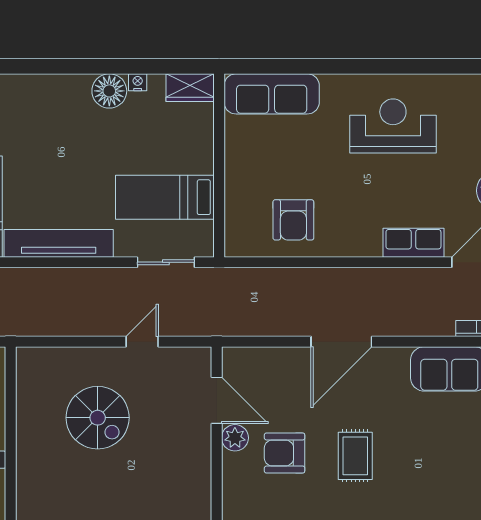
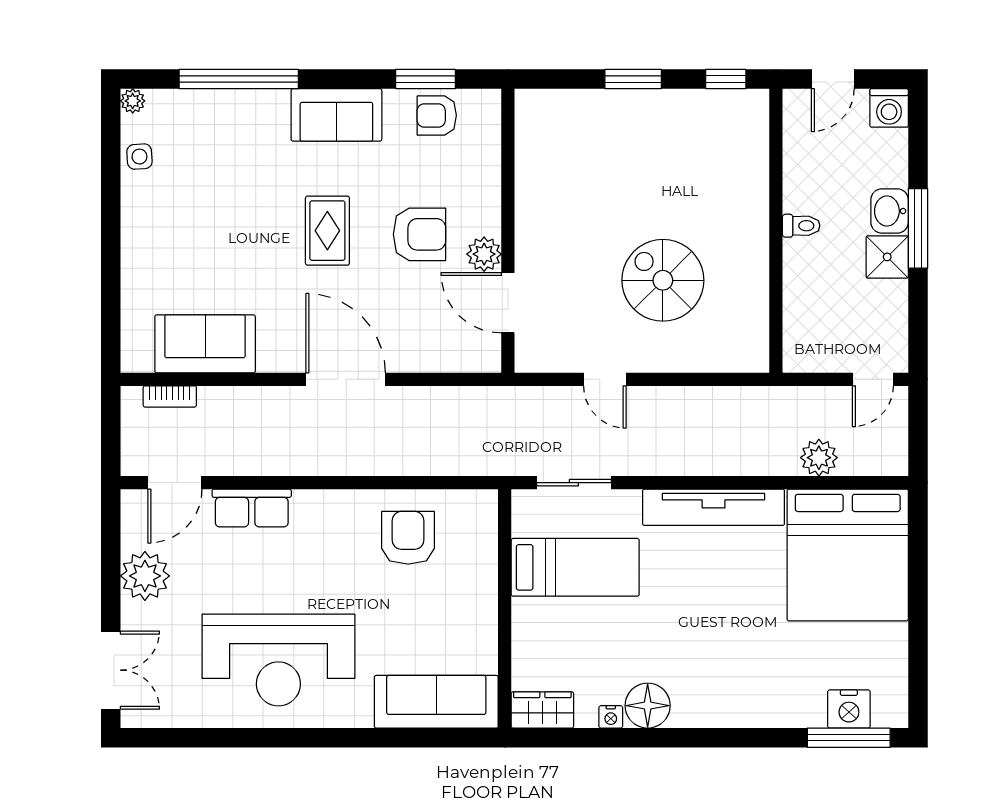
reception desk: (393, 126) -> (278, 660), width x1.36, depth x1.30
door: (142, 342) -> (605, 379), hinge flipped
door: (341, 342) -> (346, 379), hinge flipped

